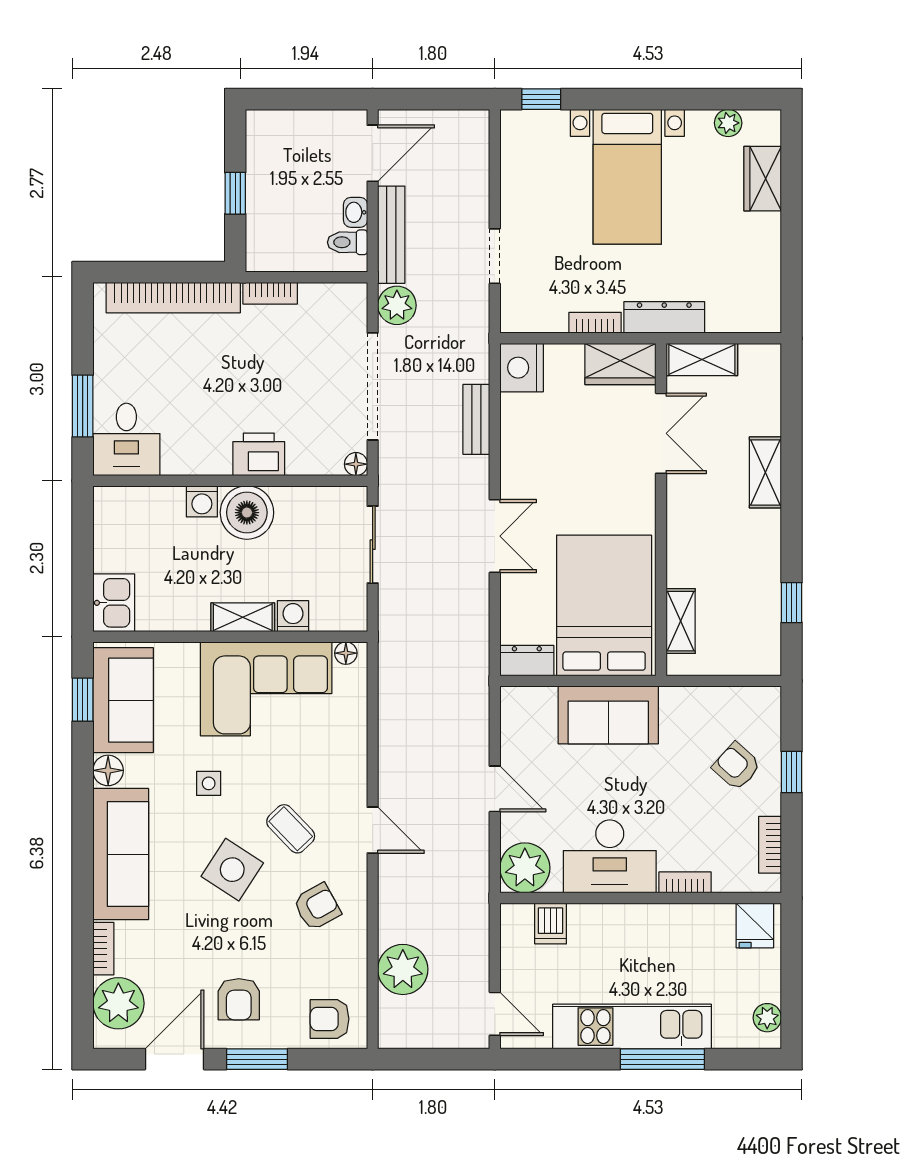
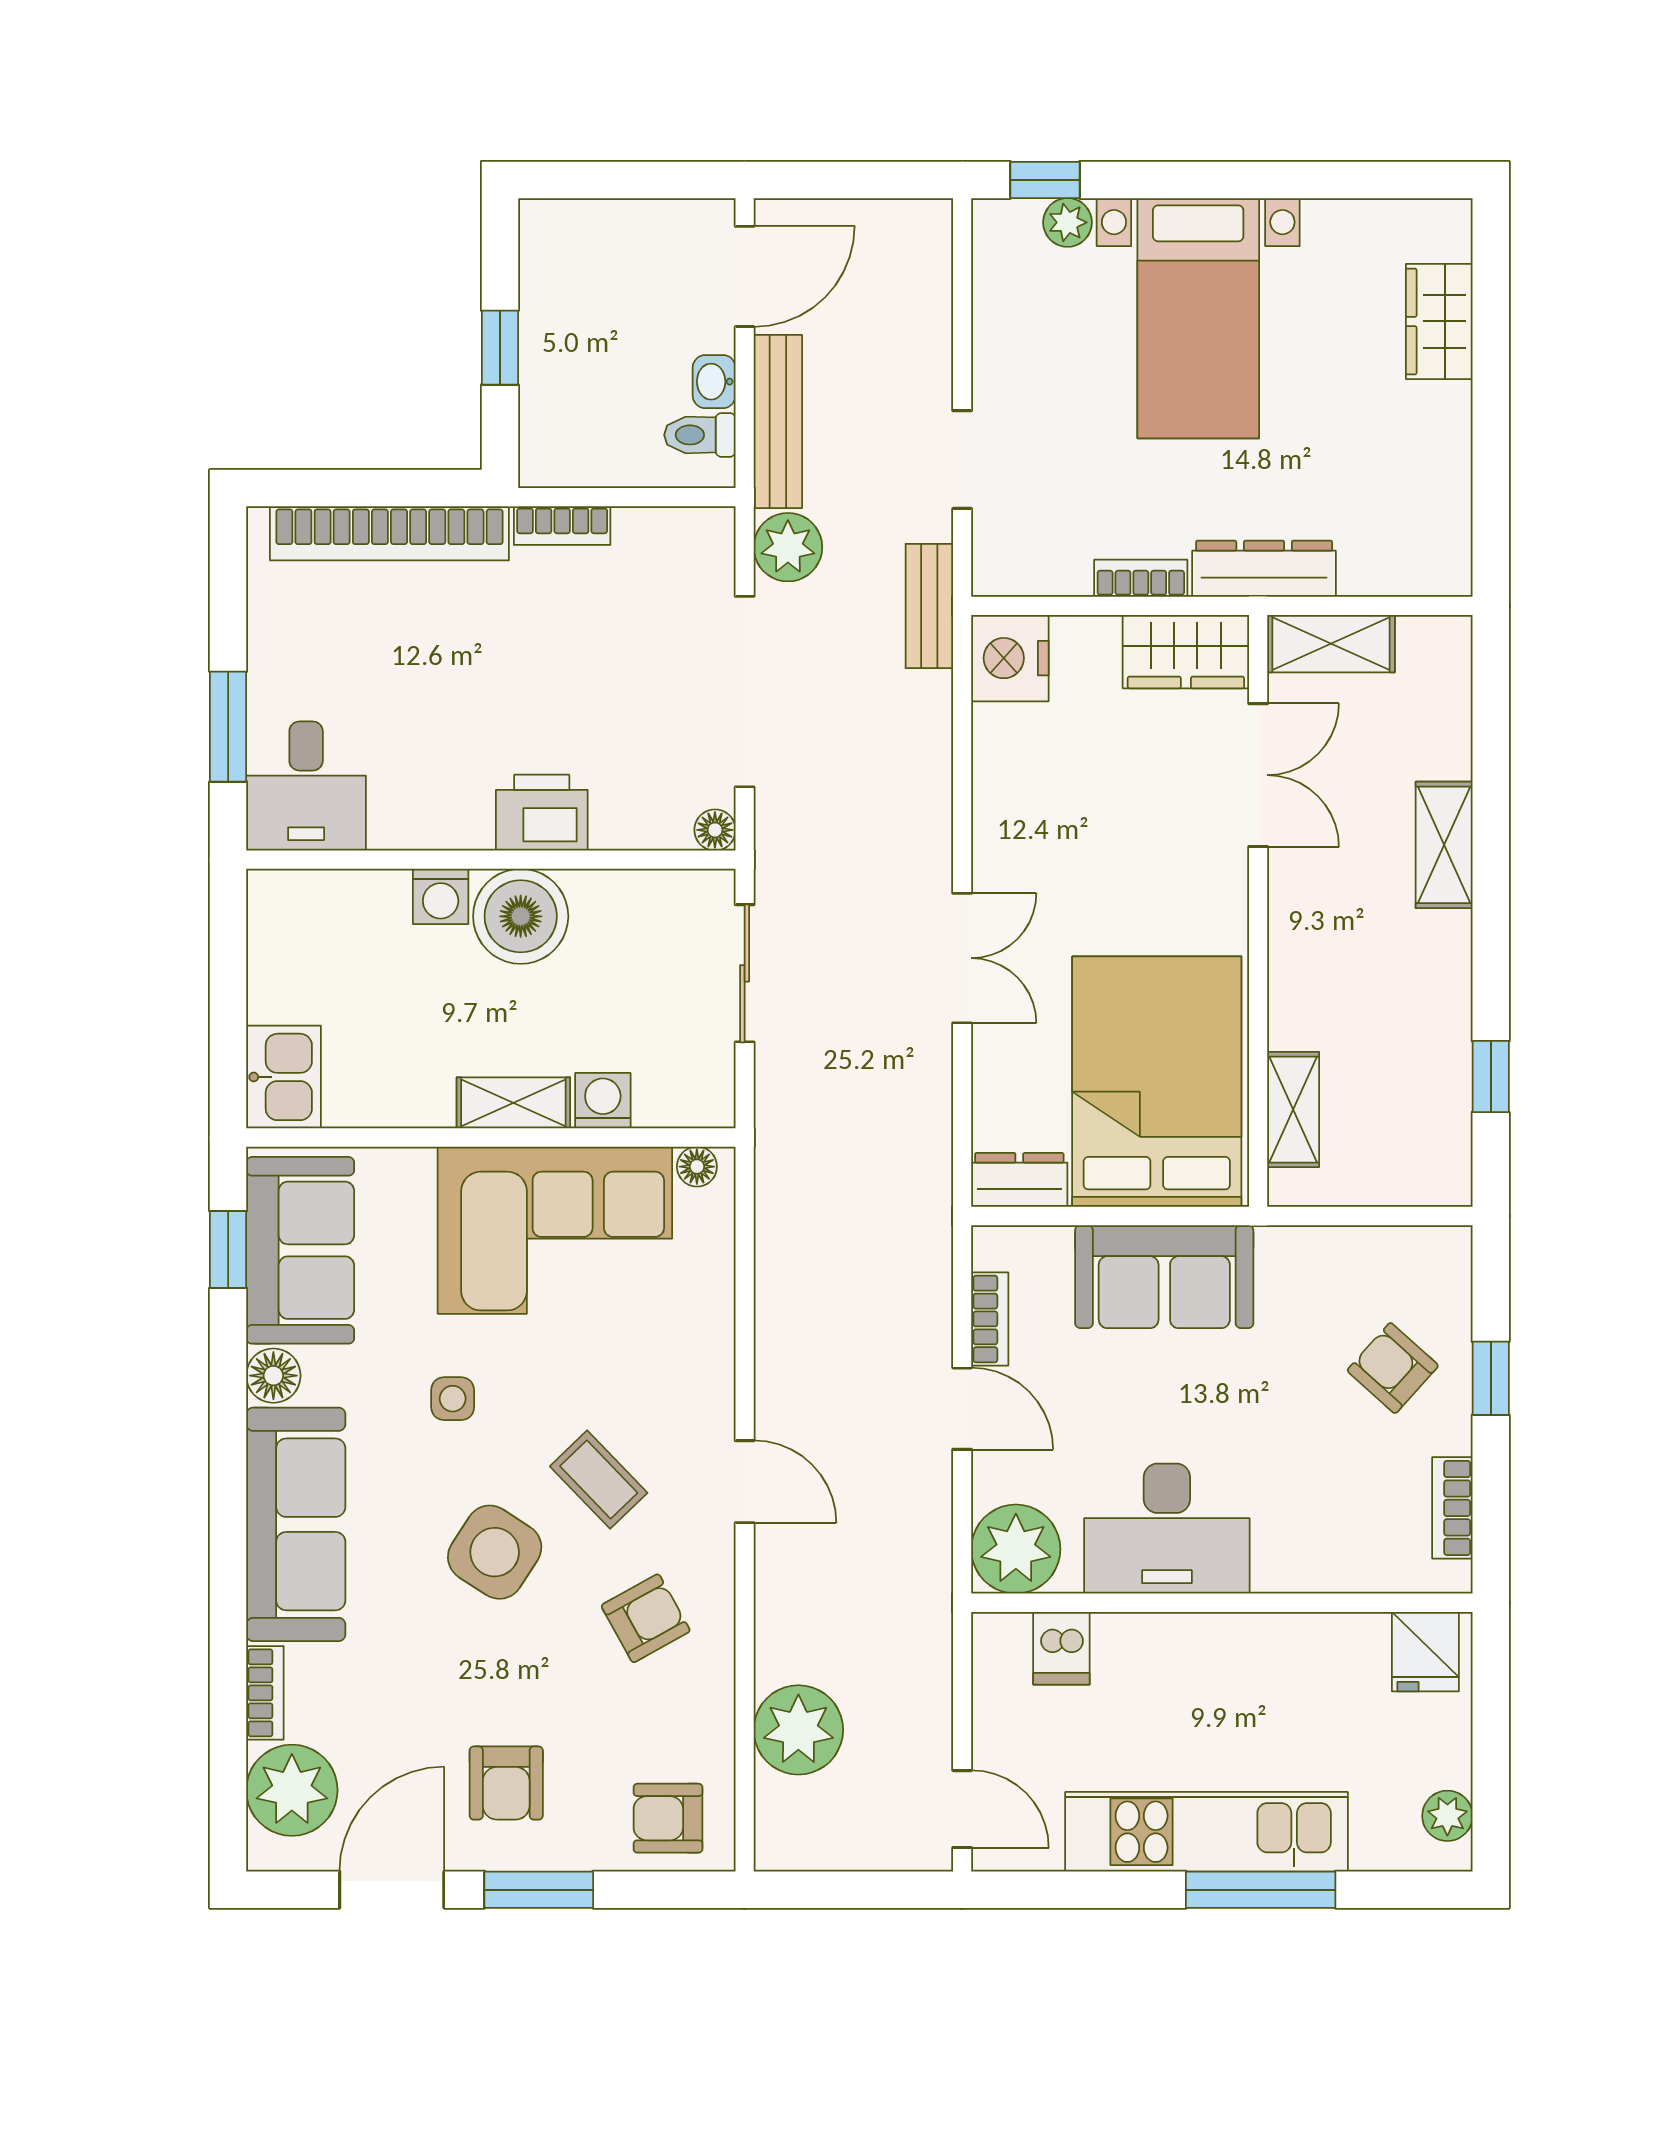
plant: (728, 123) -> (1067, 222), moved
bench: (476, 419) -> (929, 606), moved
bookcase: (685, 882) -> (990, 1319), moved, turned 90

